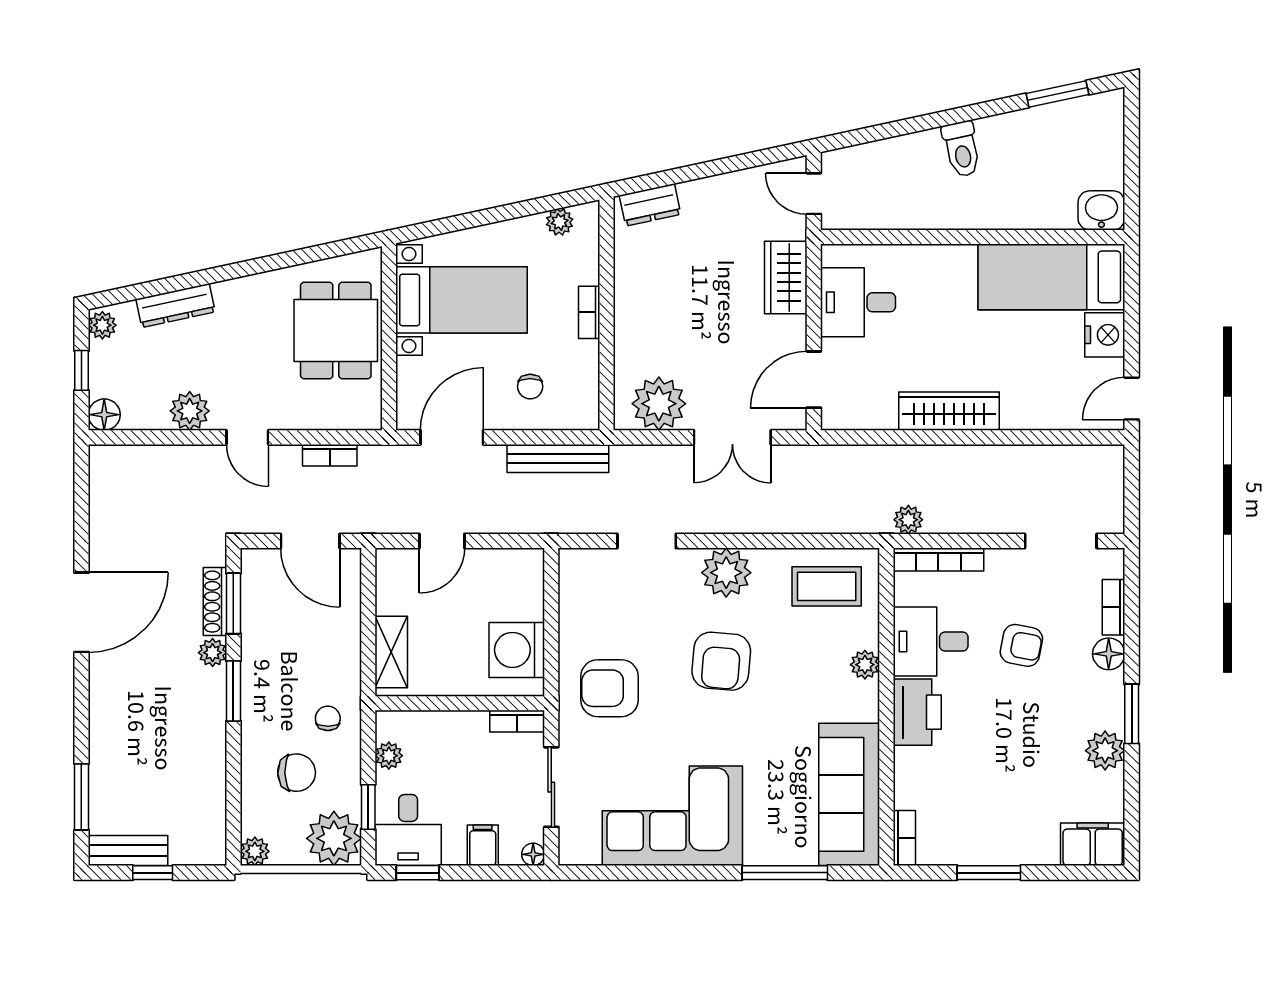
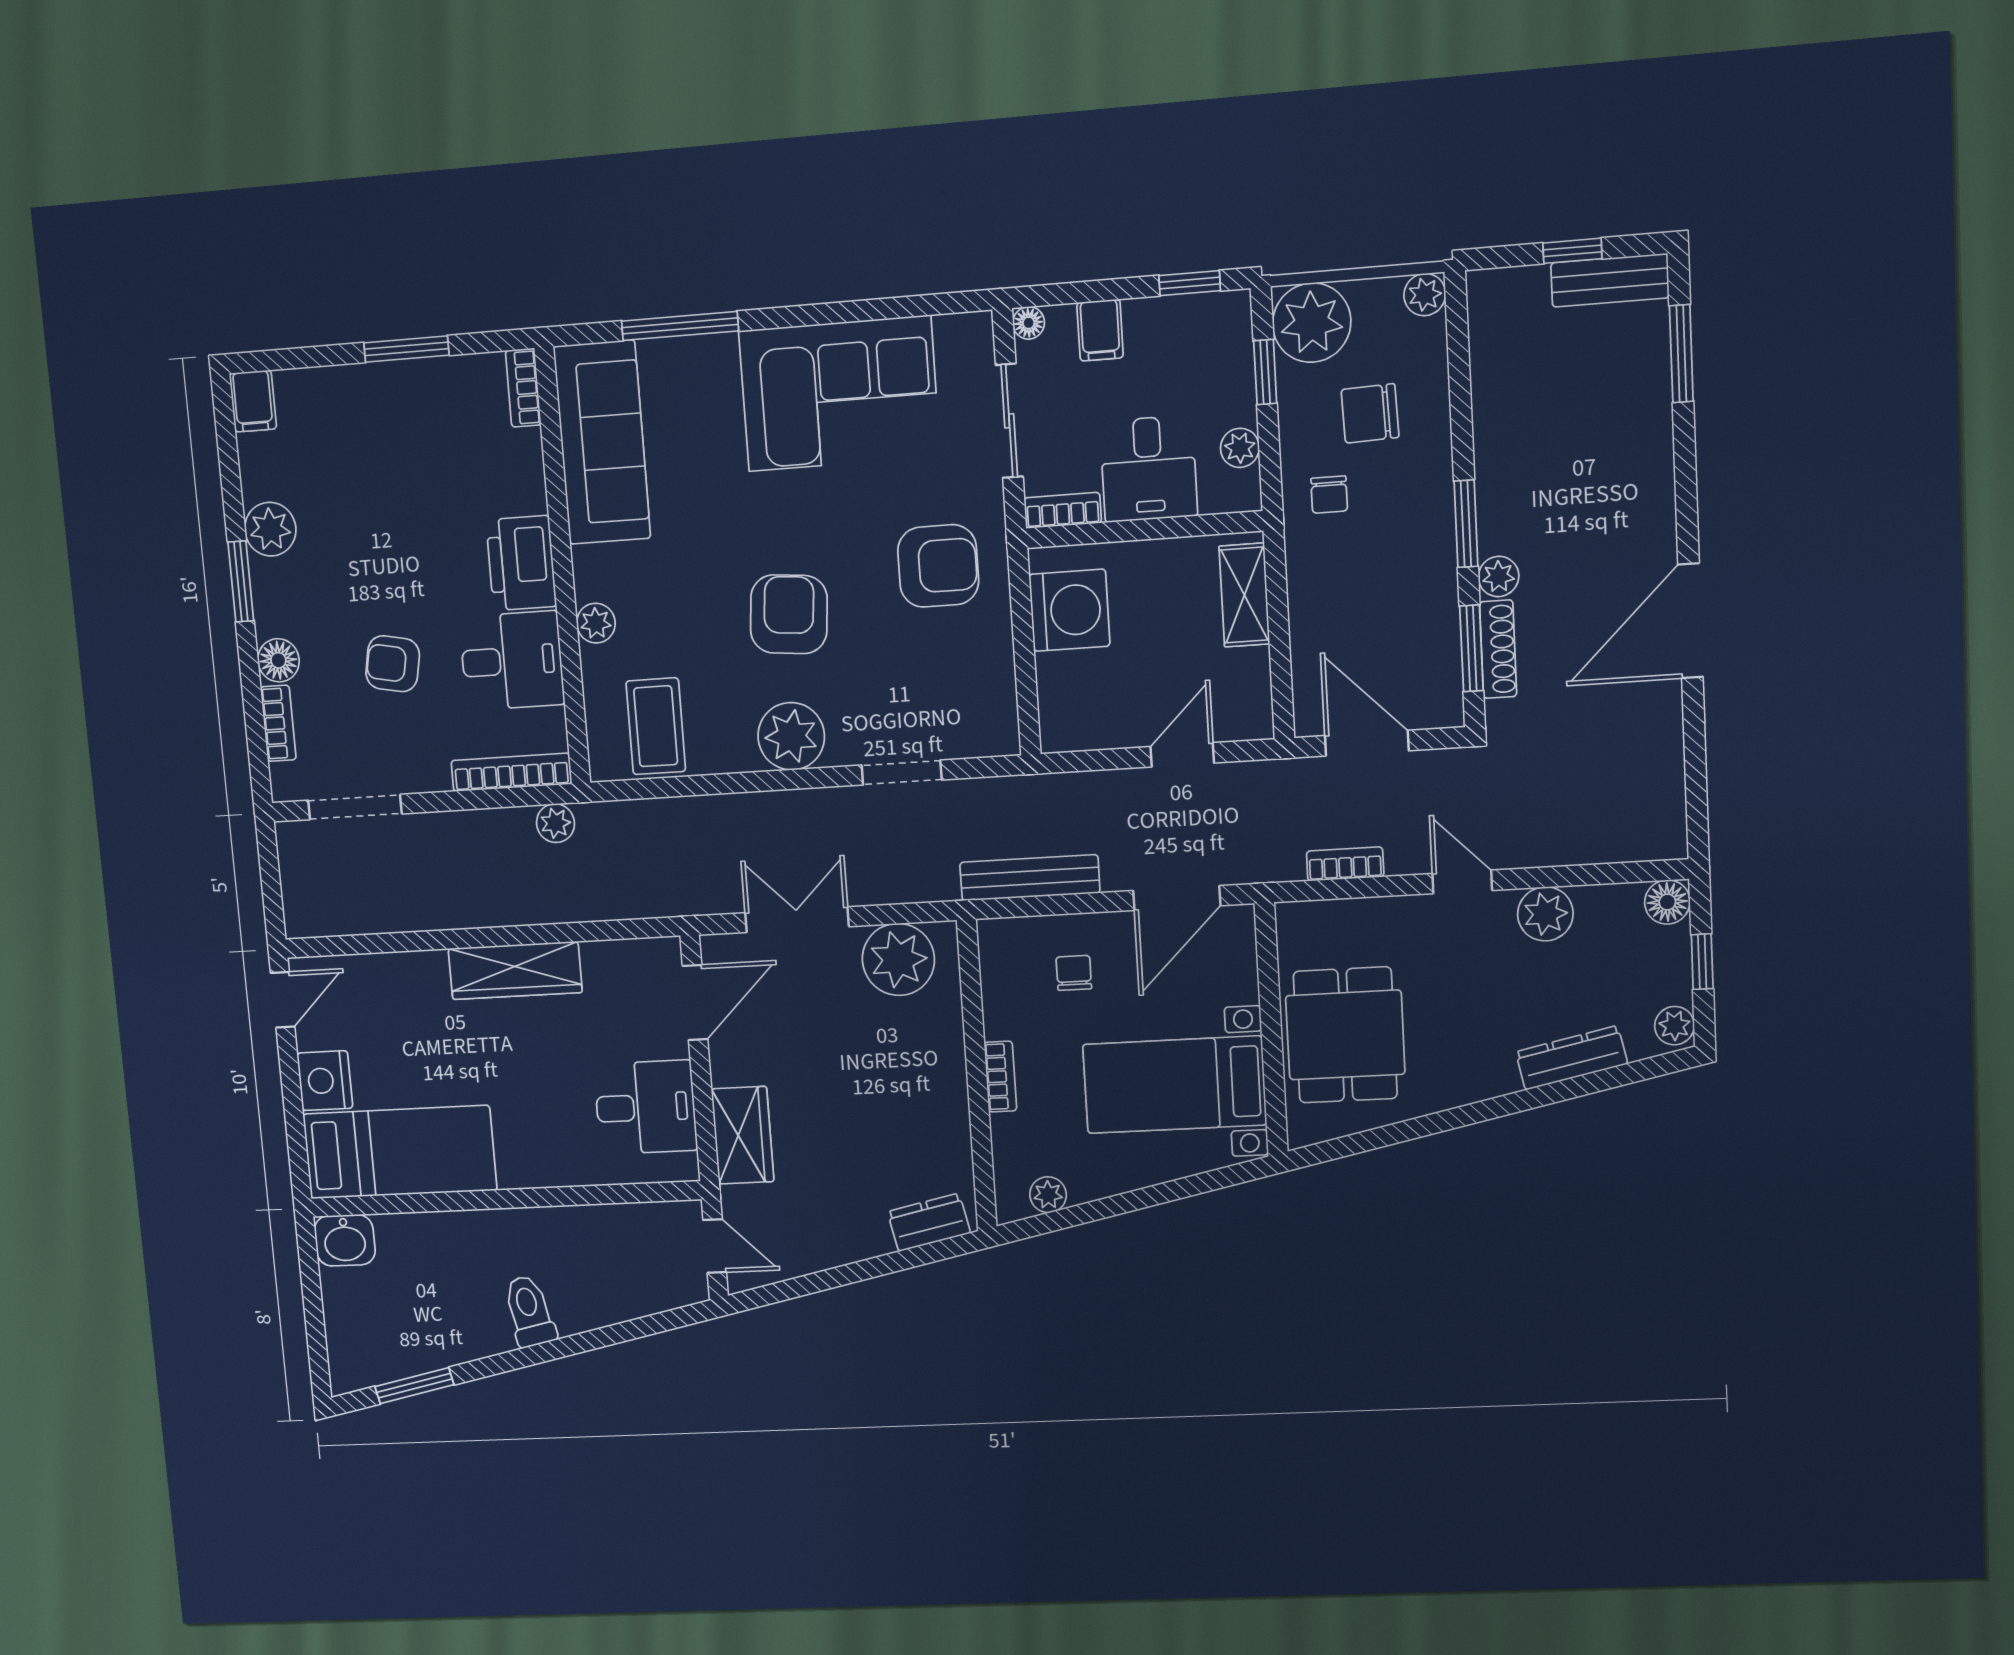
coffee table: (827, 586) -> (656, 726), turned 90
desk: (408, 830) -> (1149, 469), moved, turned 180
filing cabinet: (1093, 844) -> (253, 401), width x0.50

